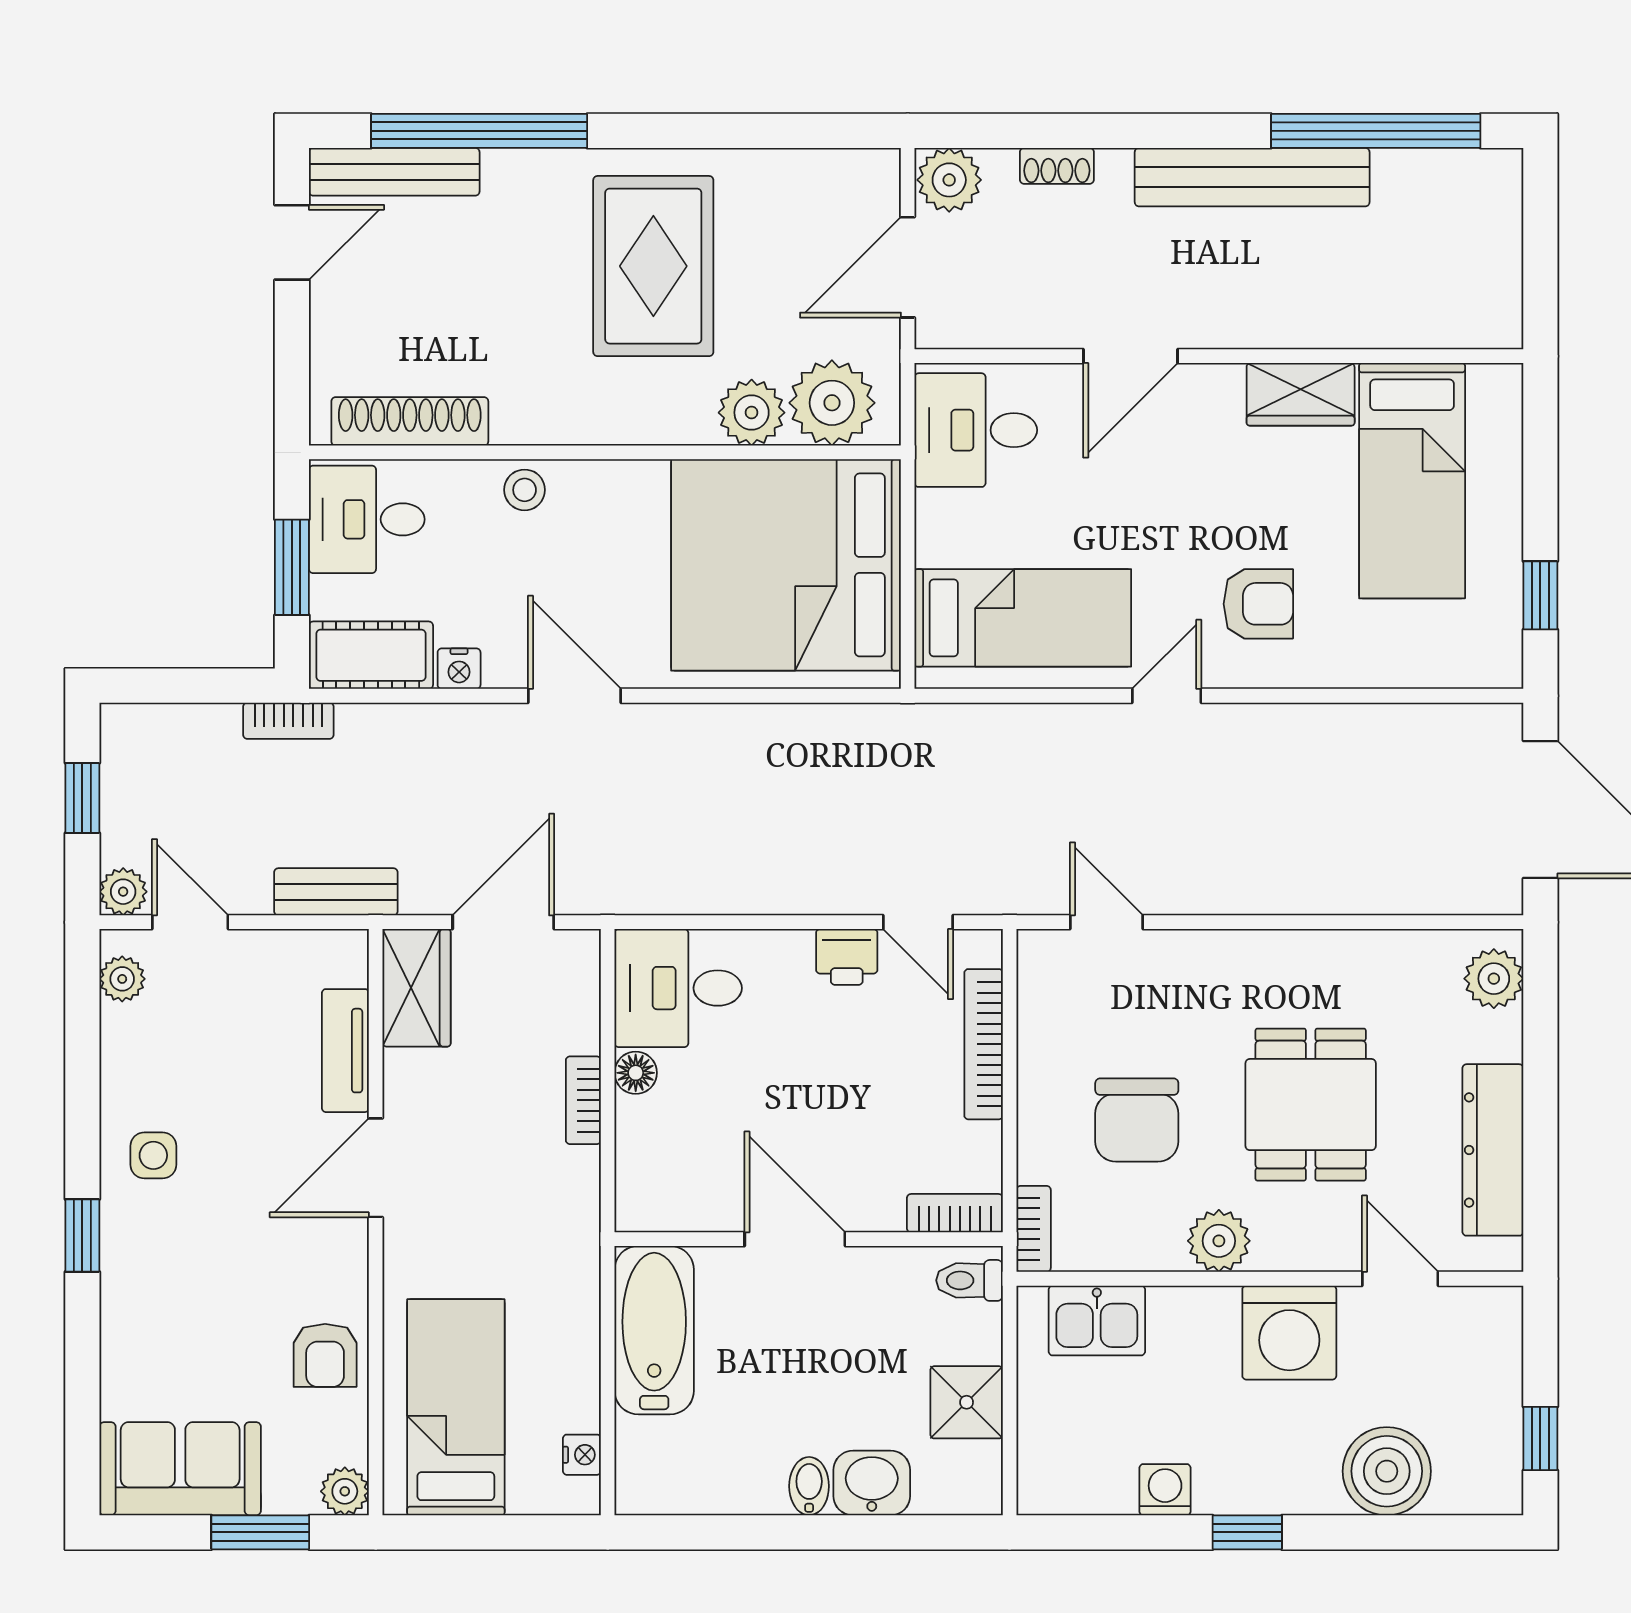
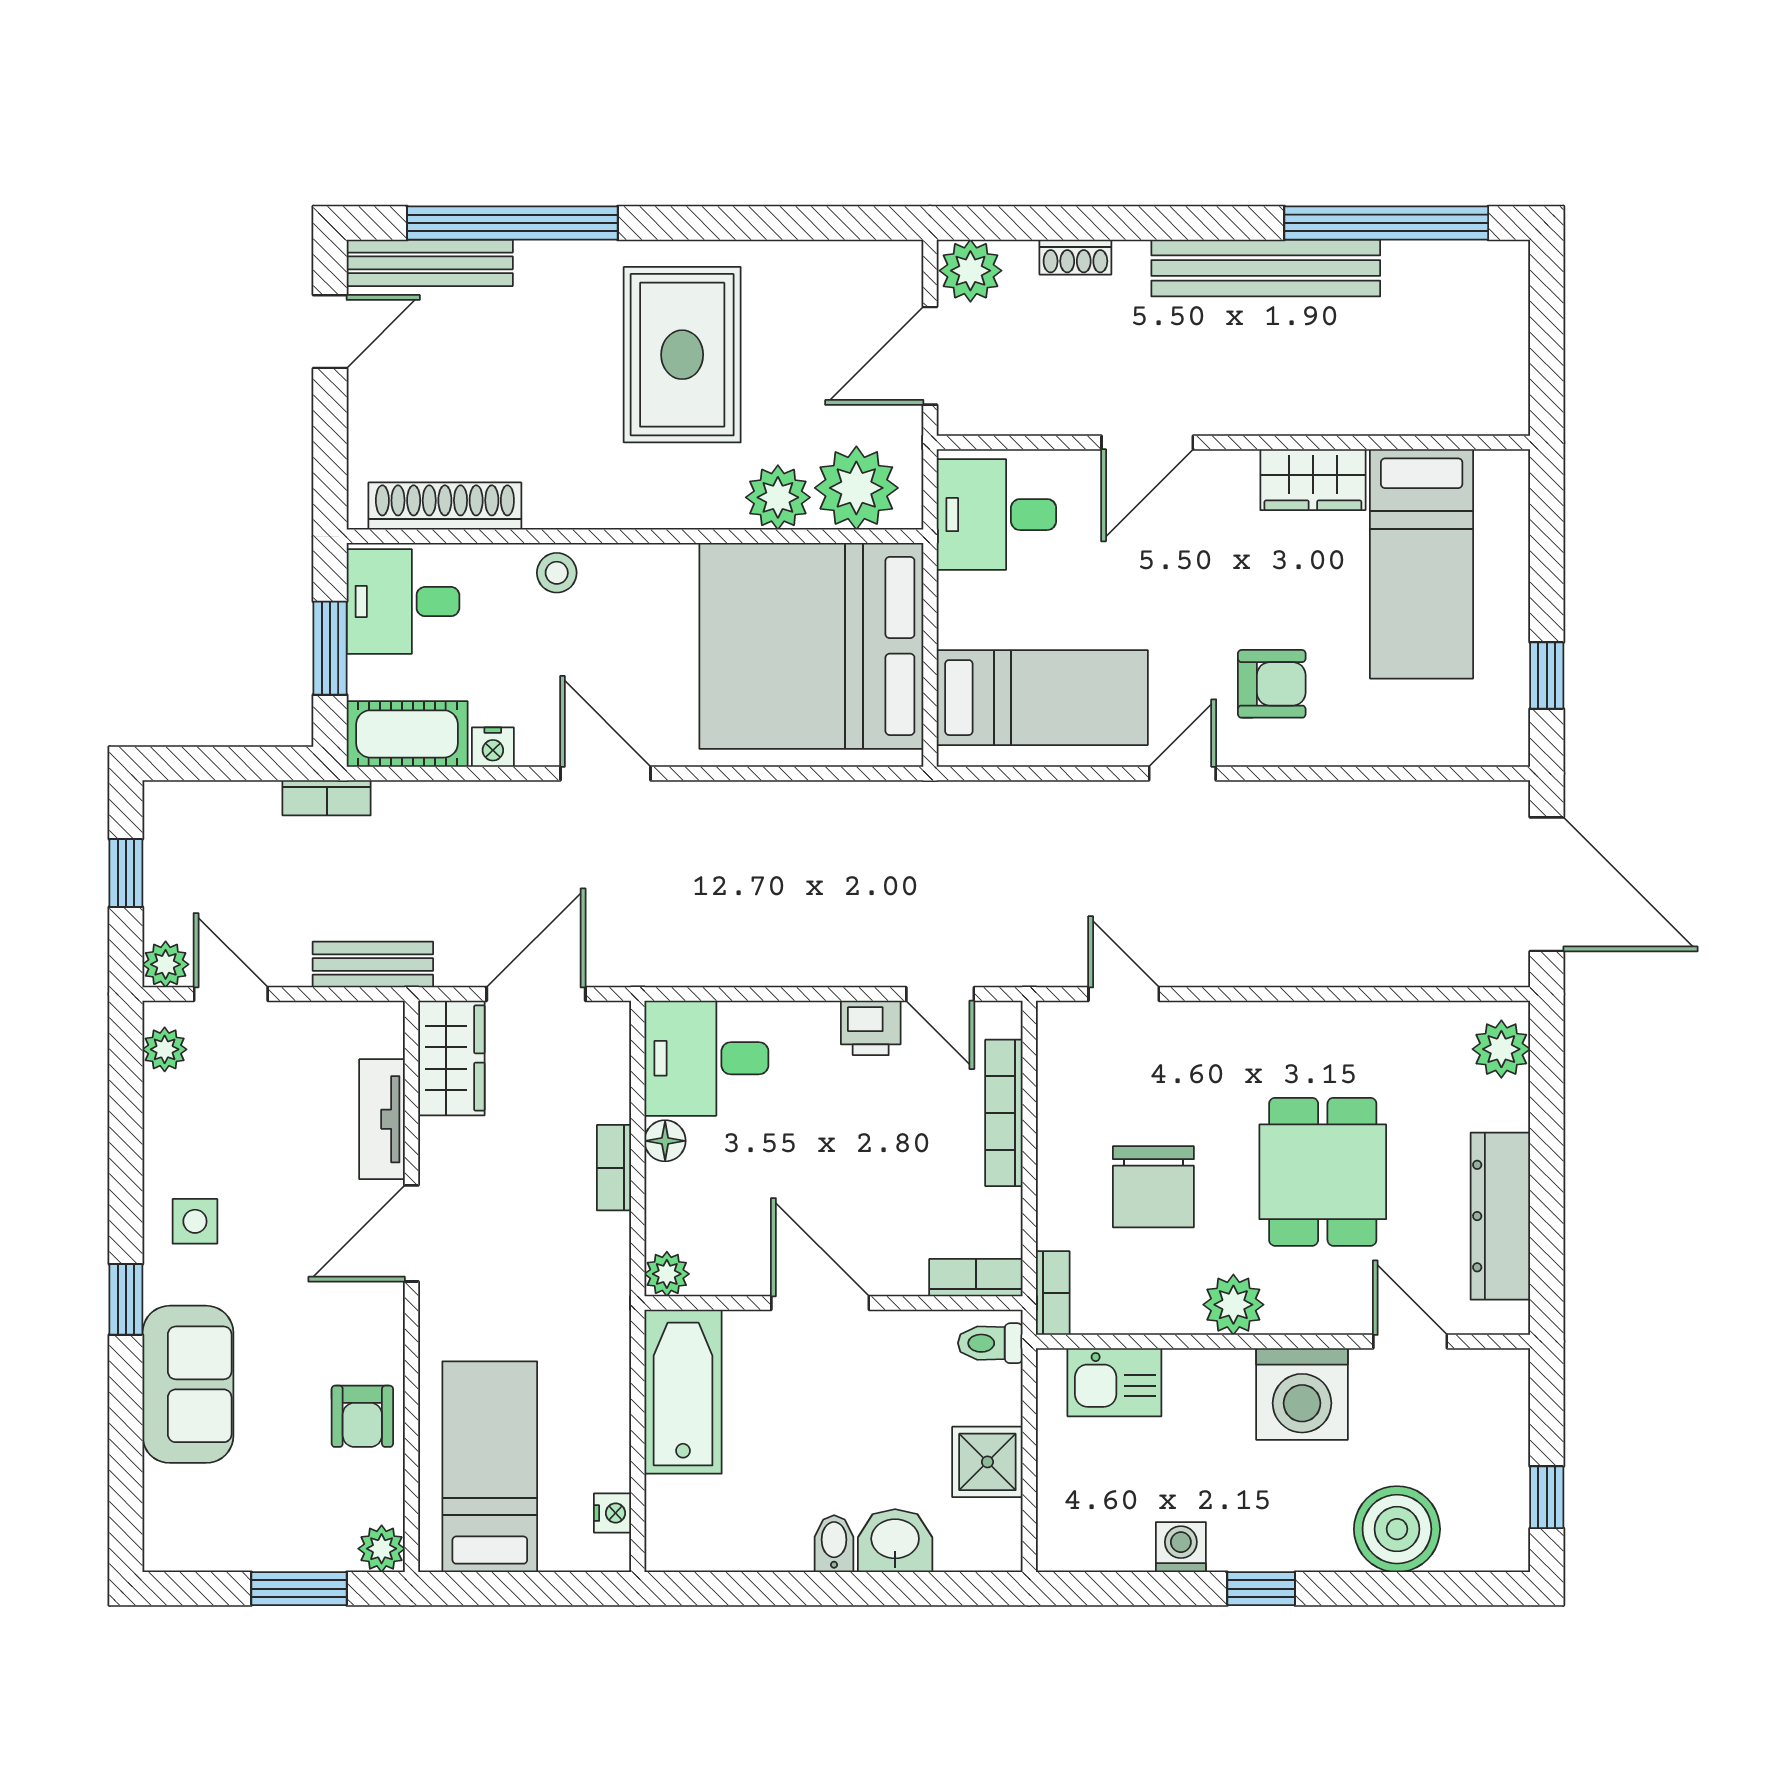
plant: (637, 1209) -> (667, 1274), added
sofa: (180, 1469) -> (188, 1384), moved, turned 90

